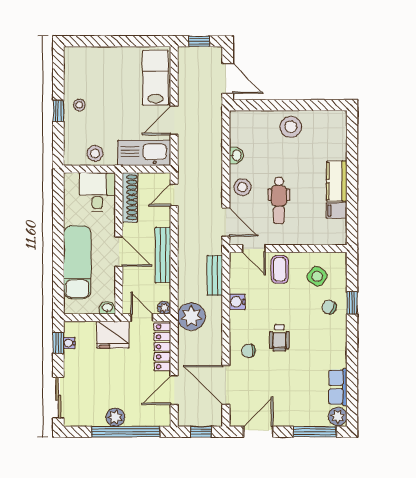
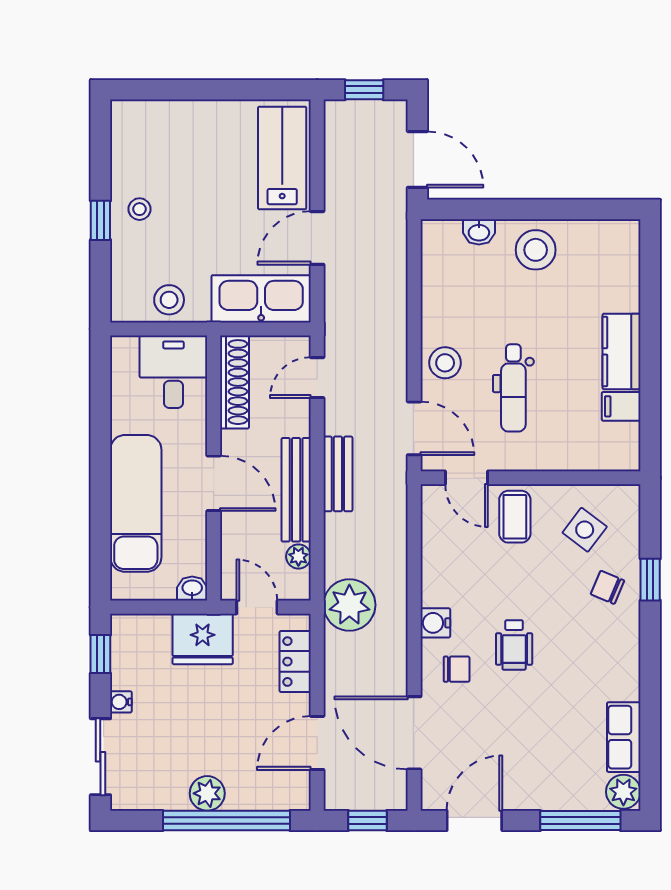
washbasin: (236, 155) -> (479, 232), moved, turned 90
bench: (215, 275) -> (338, 474), moved
water cooler: (237, 302) -> (435, 623), moved
plant: (164, 308) -> (298, 556), moved
water cooler: (69, 343) -> (121, 702), moved
locker: (162, 347) -> (295, 662), width x0.66
chair: (249, 351) -> (457, 669), turned 180

